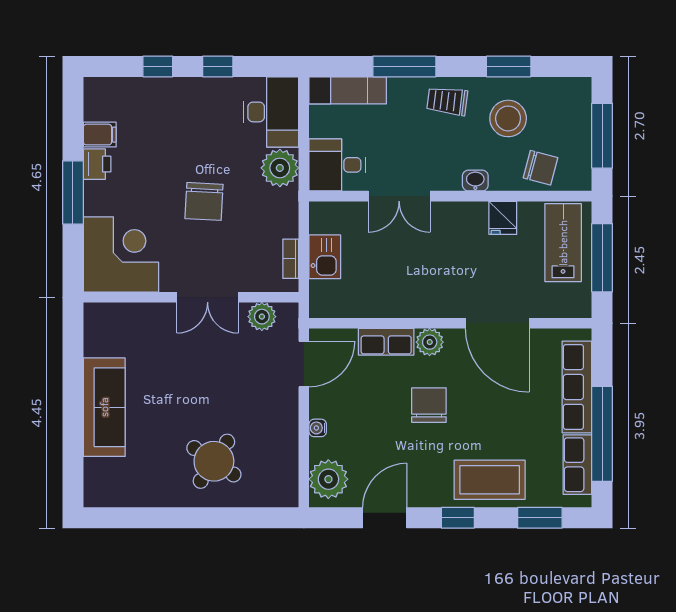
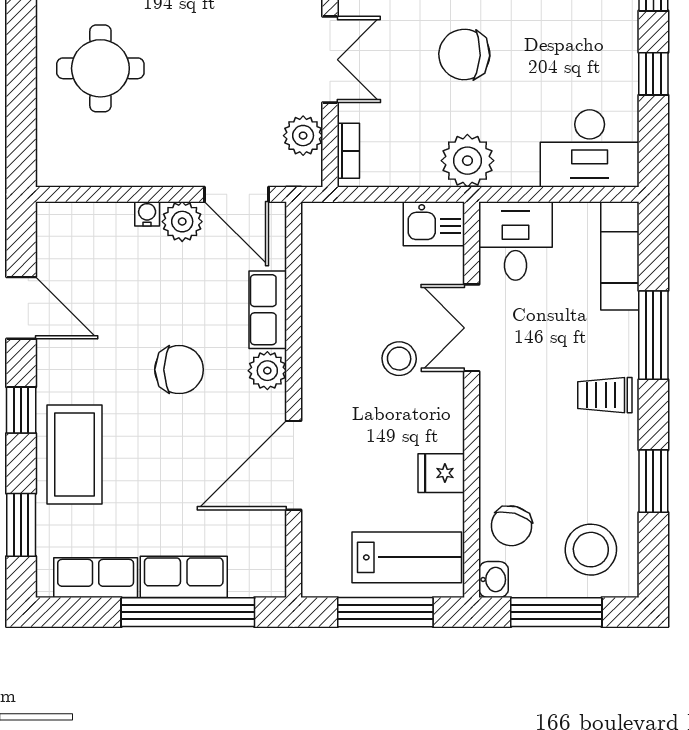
trolley: (447, 101) -> (605, 395), turned -97
stool: (508, 118) -> (591, 550), moved
plant: (280, 168) -> (467, 161), moved
washbasin: (475, 181) -> (494, 580), moved
stool: (421, 248) -> (399, 359), added
kitchen sink: (325, 257) -> (434, 224), moved
bookcase: (291, 259) -> (348, 151), moved, turned 90
double door: (208, 297) -> (330, 60), swing flipped
row of seats: (577, 387) -> (184, 577), width x0.68
window: (602, 434) -> (188, 612), moved
round table: (214, 461) -> (100, 68), turned -34
plant: (328, 479) -> (182, 222), moved, width x0.73, depth x0.73

